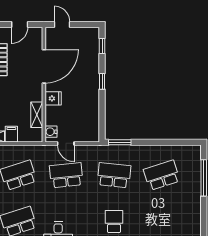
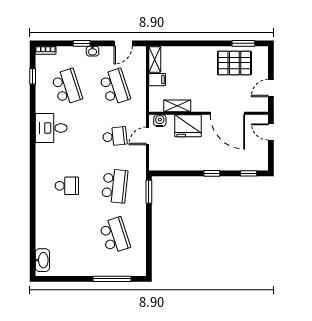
door: (20, 24) -> (271, 88), hinge flipped
door: (62, 24) -> (271, 132), swing flipped
fridge: (53, 98) -> (188, 126), width x1.88, depth x1.34
school desk: (66, 175) -> (115, 136), width x0.54

